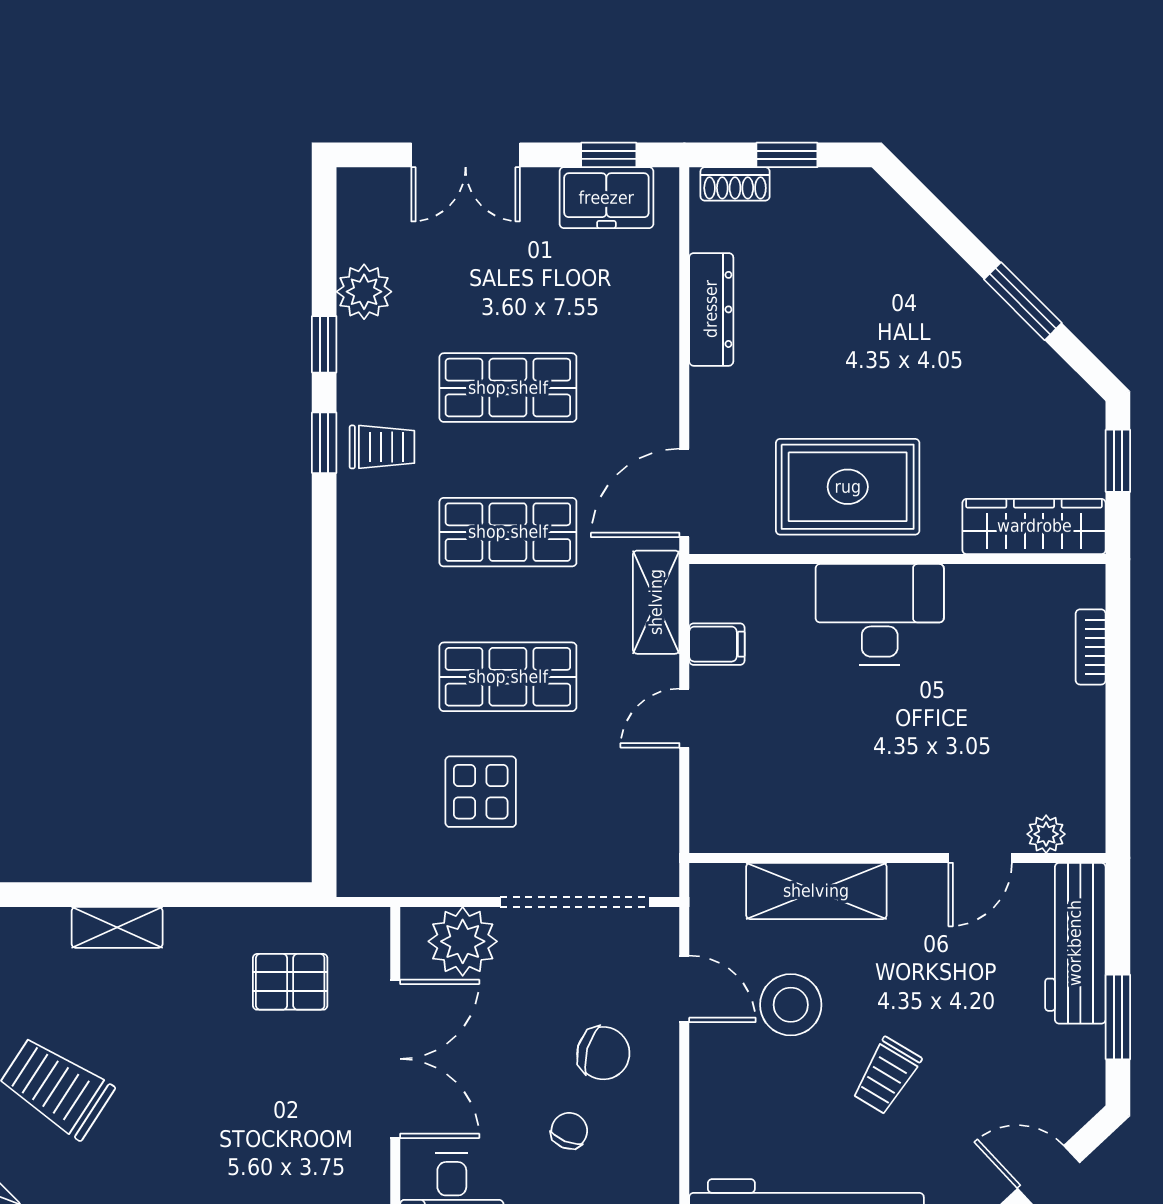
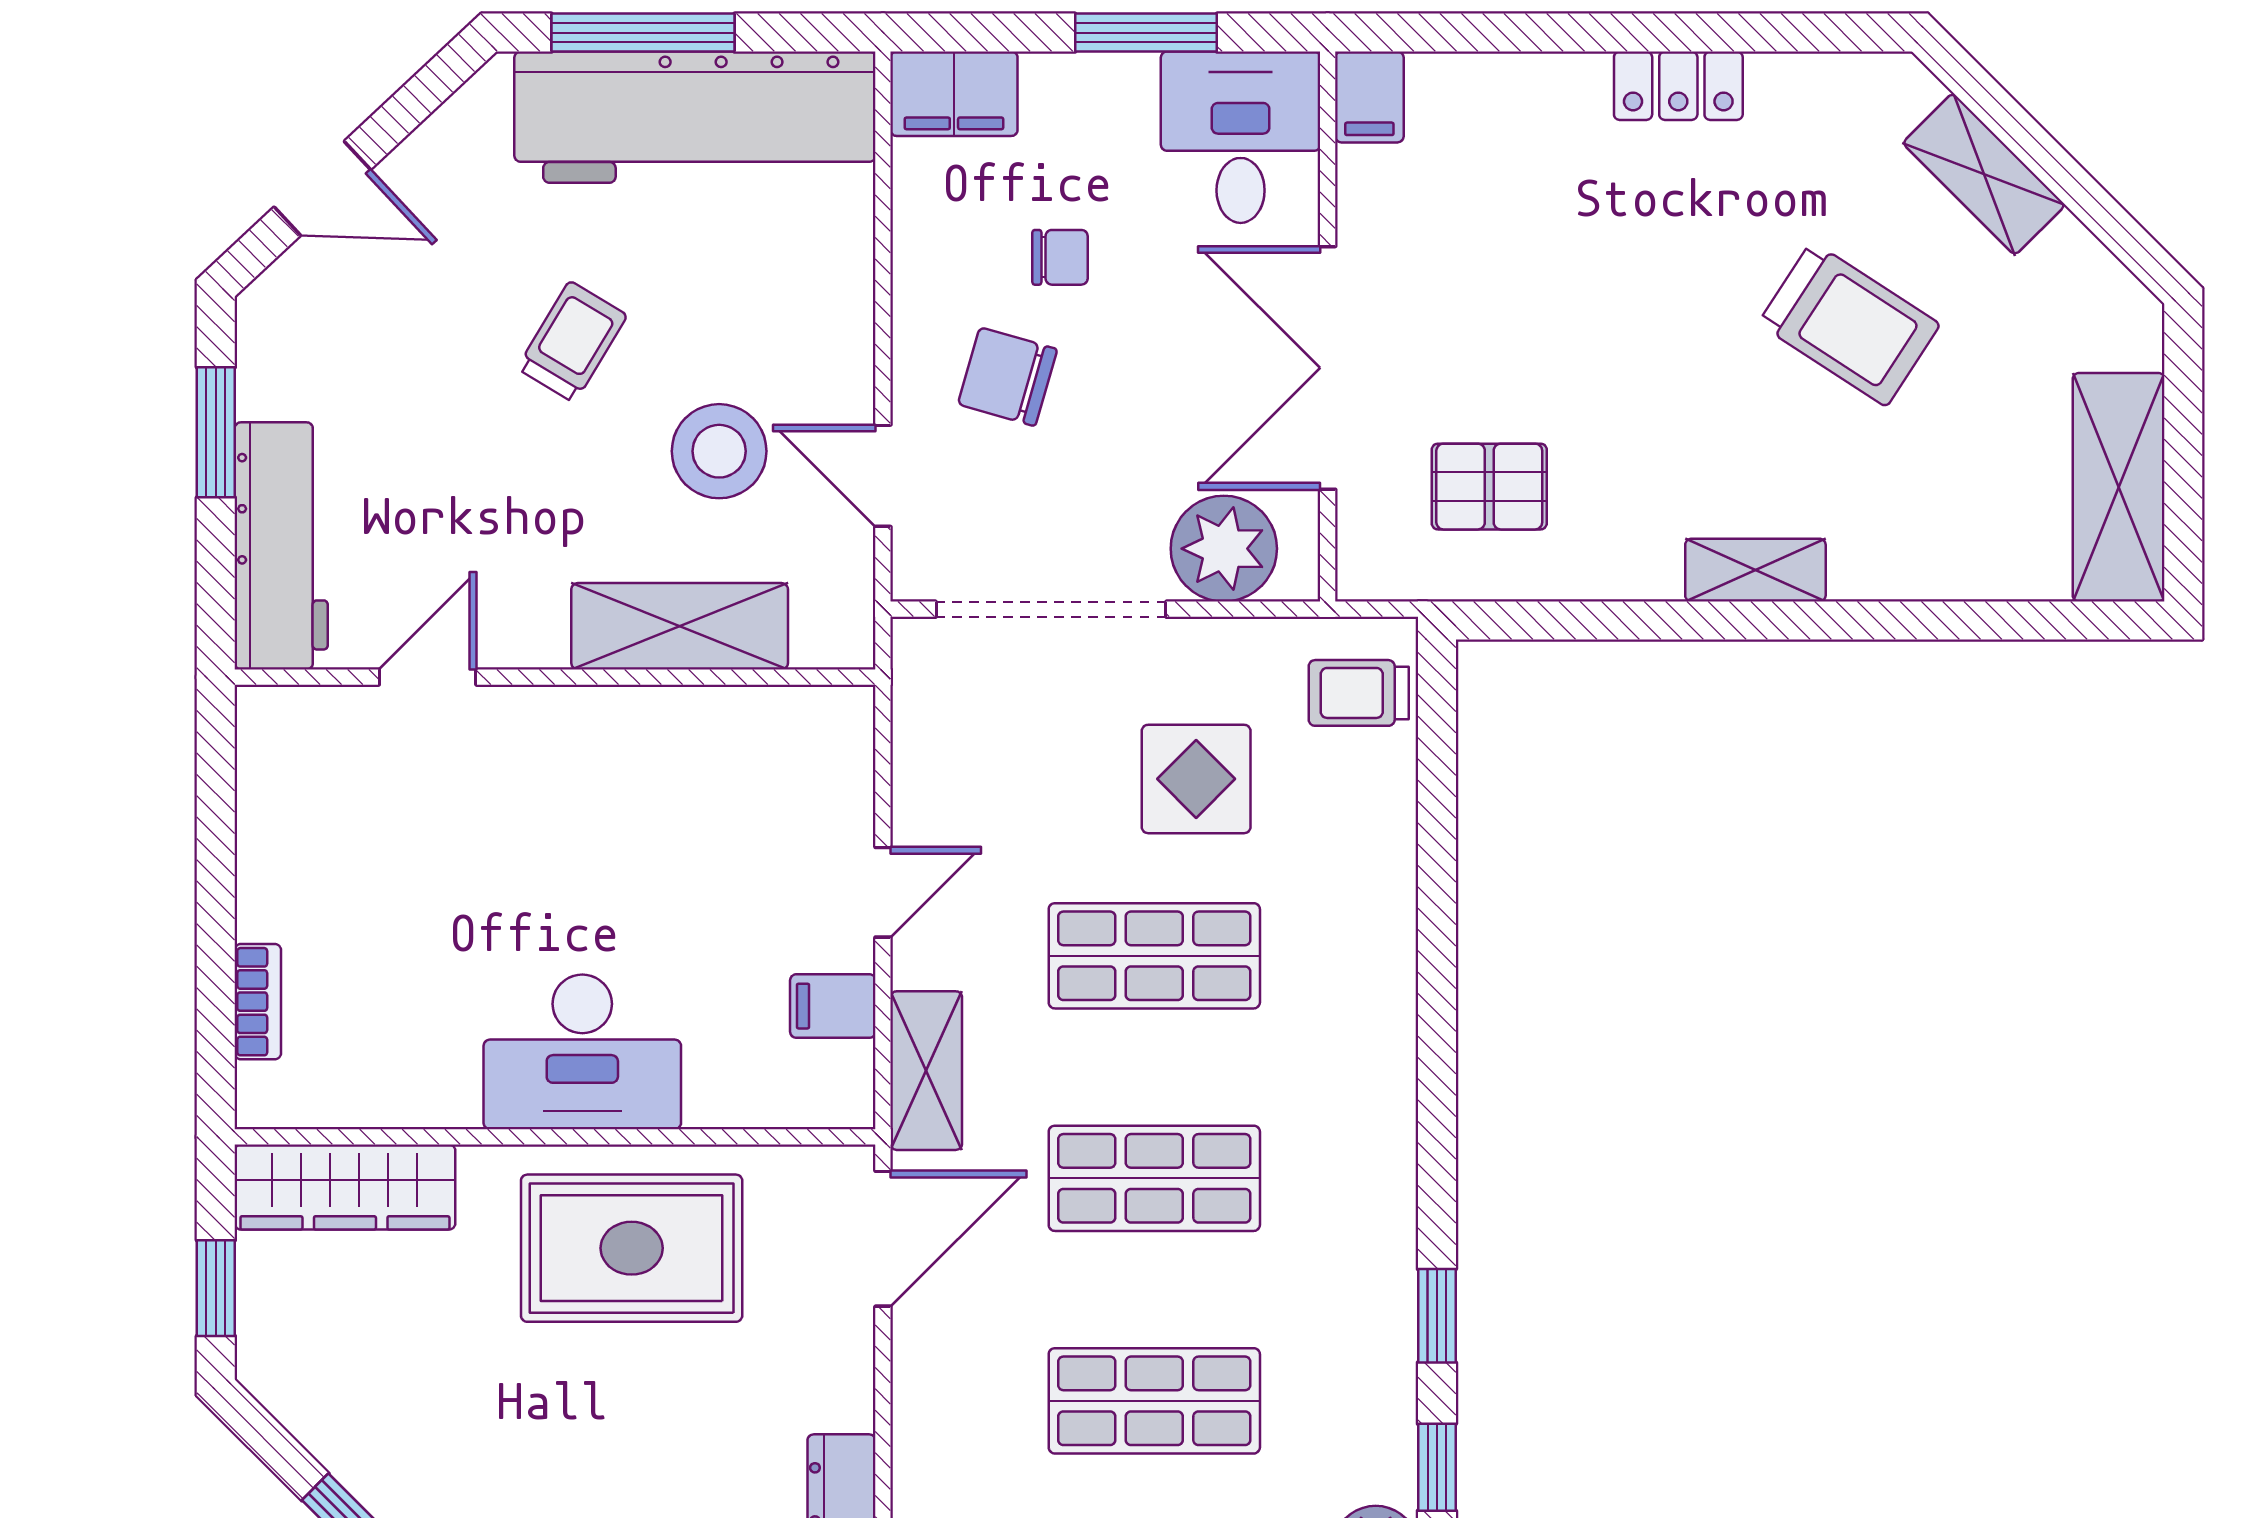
trolley: (382, 447) -> (1359, 693), moved
plant: (1046, 834) -> (326, 714), removed
chair: (569, 1131) -> (1060, 257), turned -112

